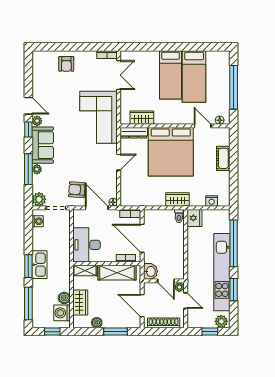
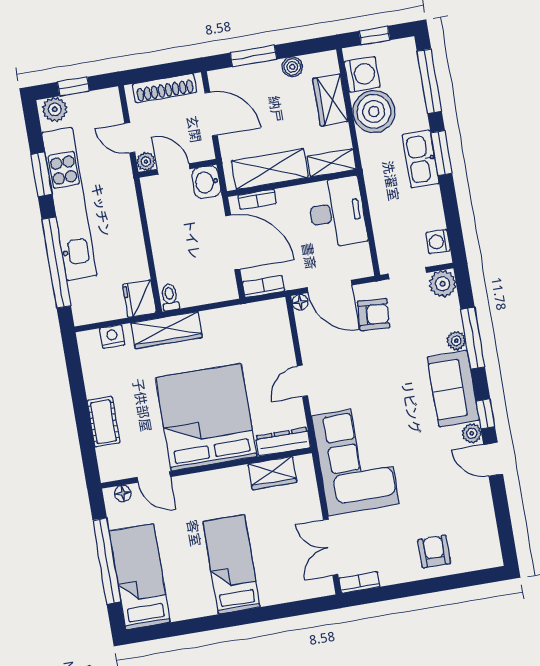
bed: (194, 76) -> (140, 577), moved
wardrobe: (178, 199) -> (167, 330), width x1.50
boiler: (64, 298) -> (374, 112), width x1.86, depth x1.86

